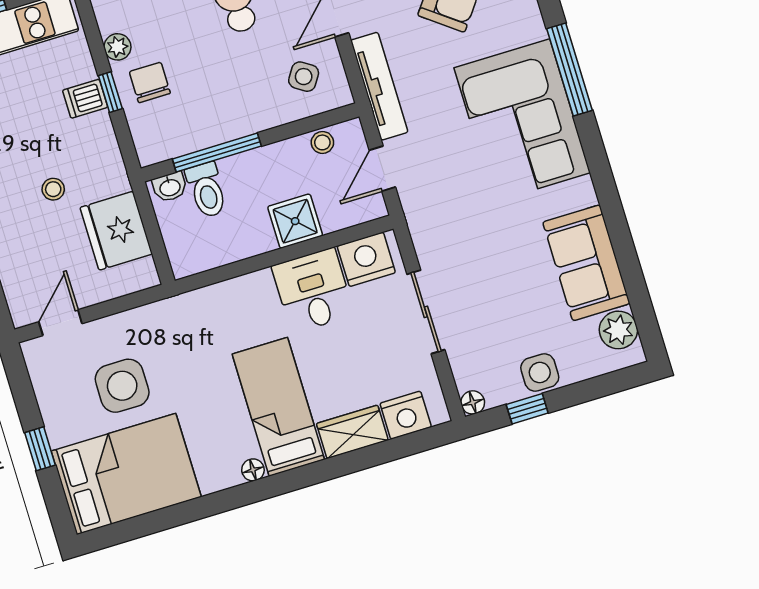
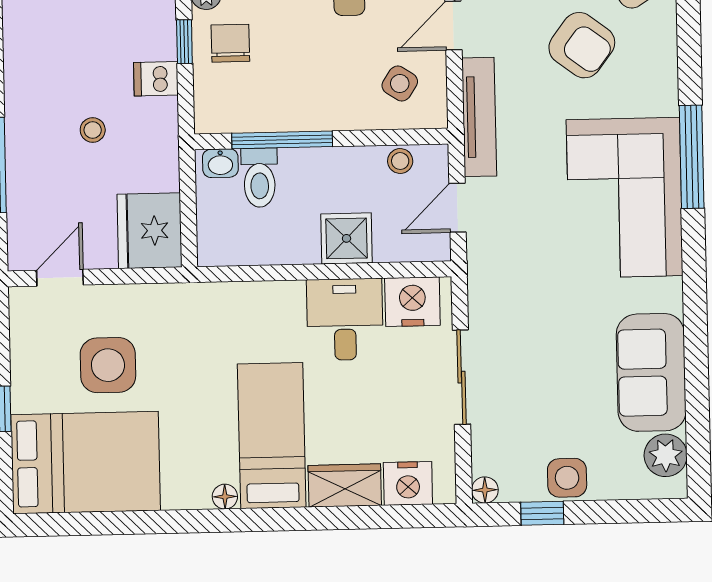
dishwasher: (85, 99) -> (156, 79), moved
fridge: (116, 231) -> (149, 231), moved

